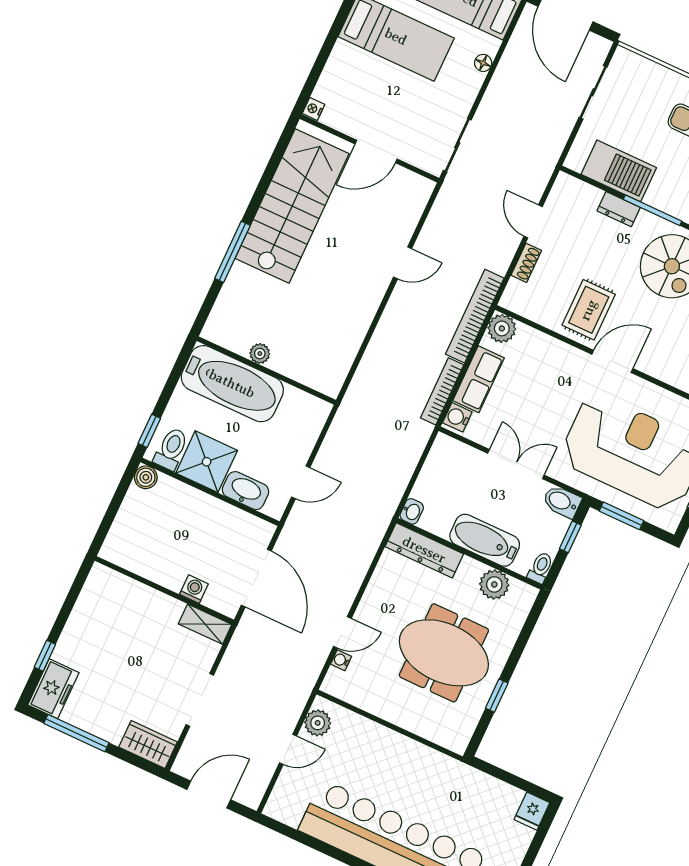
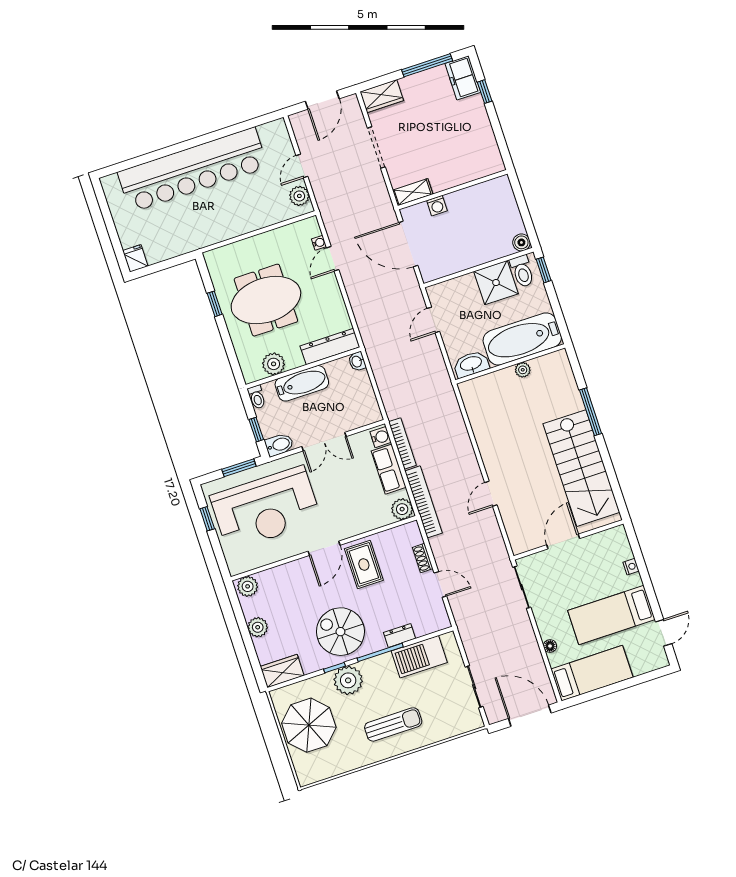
nightstand: (314, 109) -> (631, 567), moved
washbasin: (246, 491) -> (471, 364), moved, turned 180

